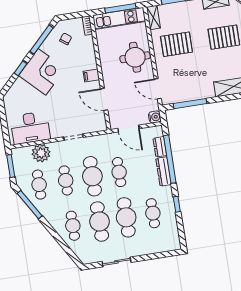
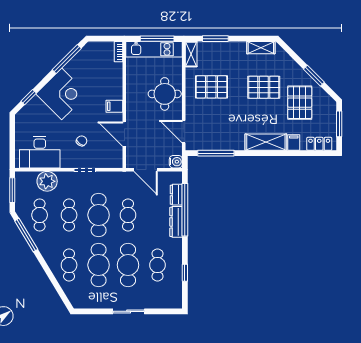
chair: (66, 39) -> (82, 141), moved
window: (21, 68) -> (29, 97), moved
window: (177, 204) -> (185, 273), moved
sliding door: (116, 262) -> (129, 311), moved

